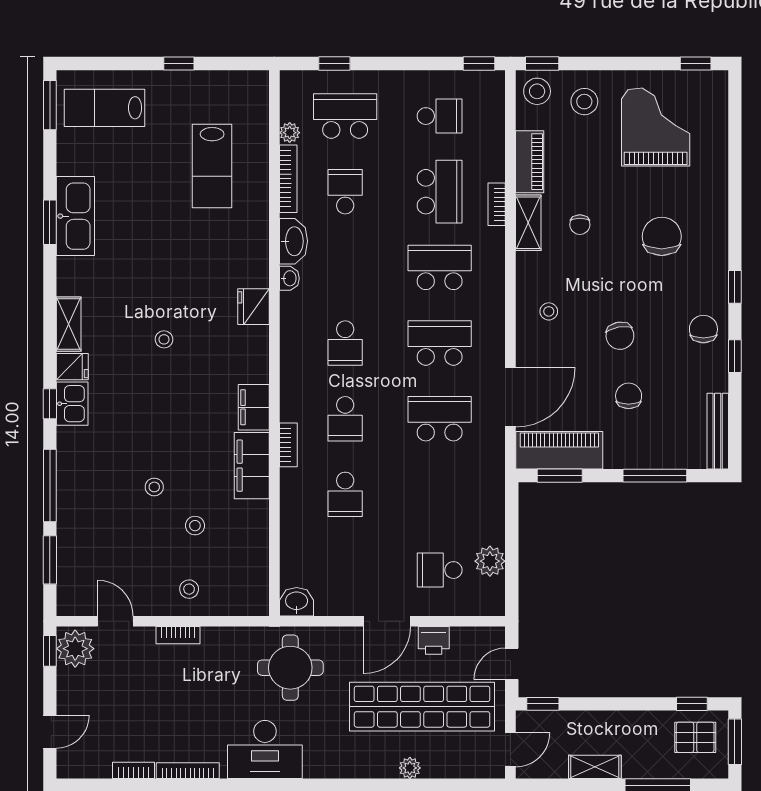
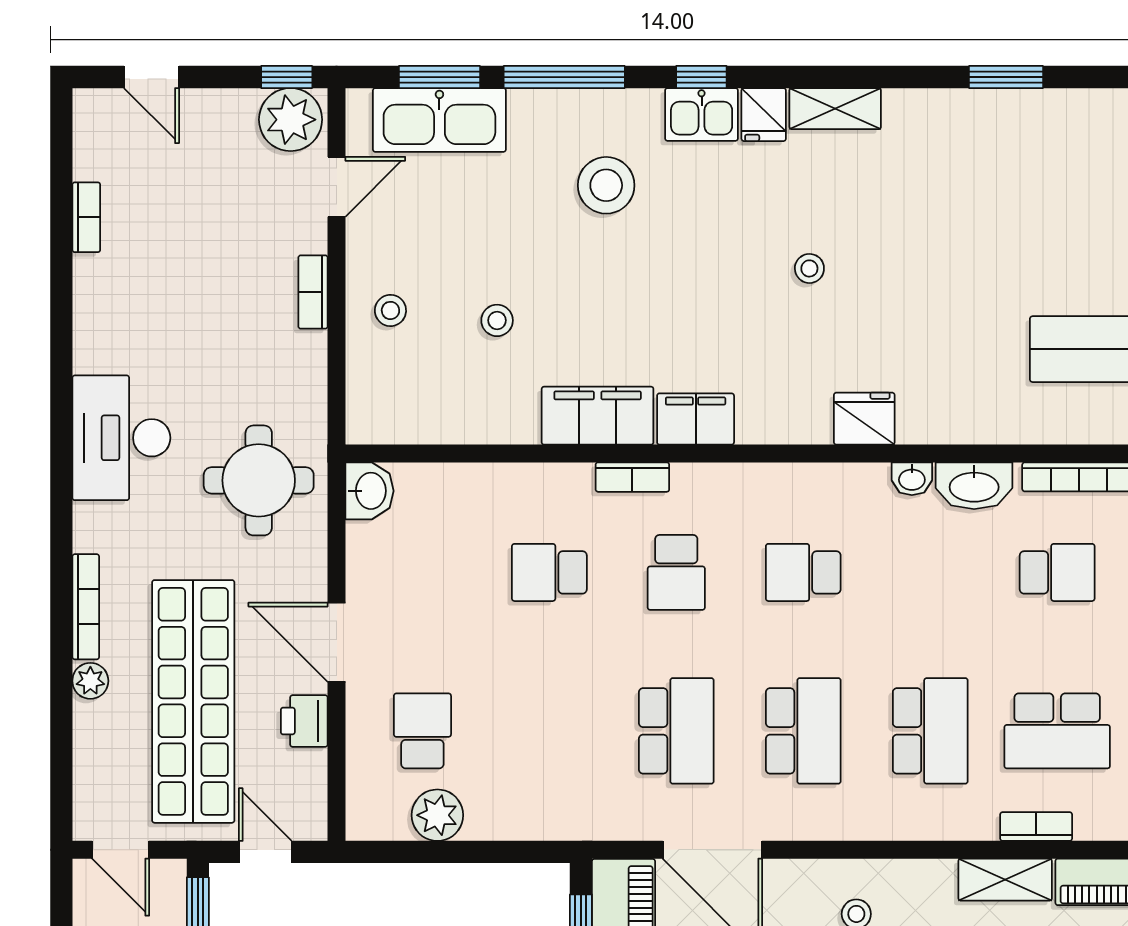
kitchen sink: (75, 216) -> (439, 120), moved
school desk: (345, 419) -> (676, 572), turned -90
stool: (154, 487) -> (606, 185), moved, width x1.89, depth x1.89
bookcase: (188, 771) -> (86, 607), moved

